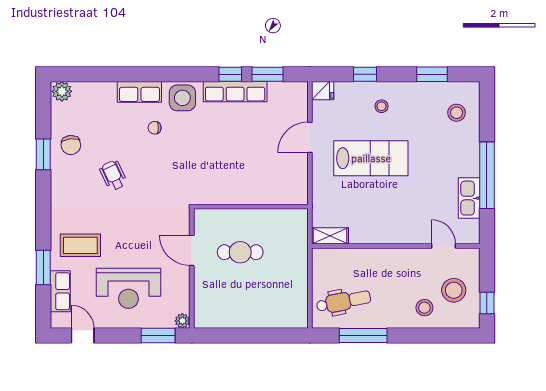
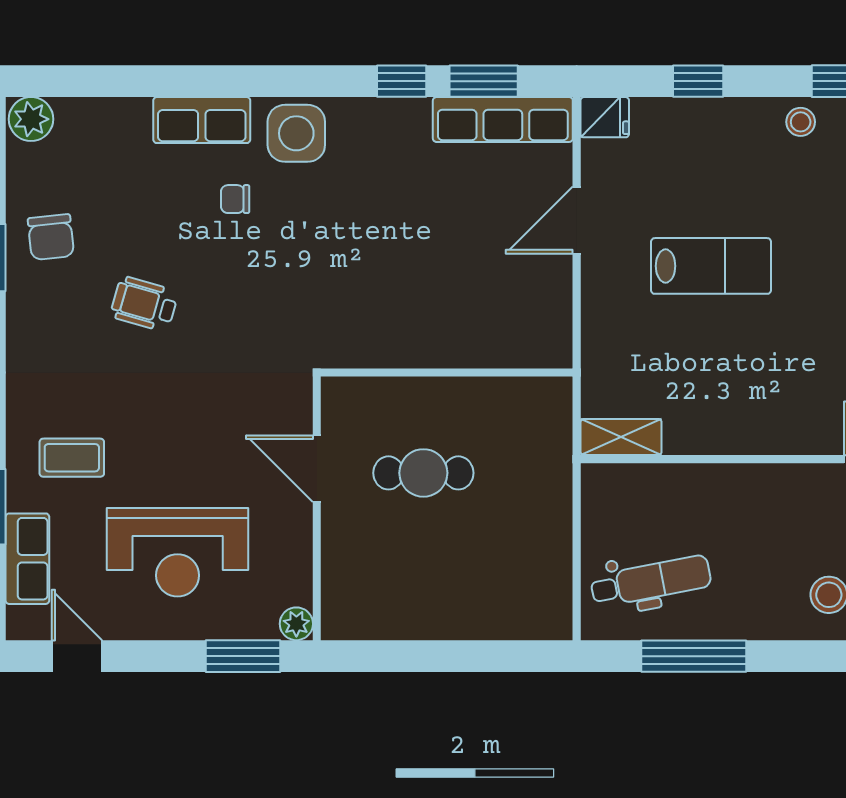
row of seats: (235, 92) -> (503, 120), moved
stool: (382, 106) -> (801, 122), moved
lab bench: (371, 158) -> (711, 266), width x0.73, depth x0.72
wheelchair: (113, 175) -> (144, 304), turned -49
coffee table: (80, 245) -> (72, 458), width x0.73, depth x0.77

